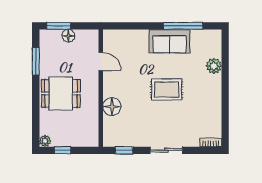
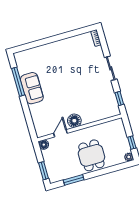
floor lamp: (68, 36) -> (44, 145), moved
plant: (214, 66) -> (41, 51), removed
rug: (167, 89) -> (67, 81), removed
floor lamp: (112, 107) -> (74, 121), moved

